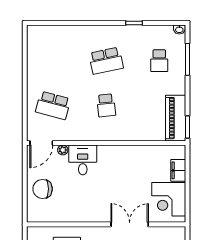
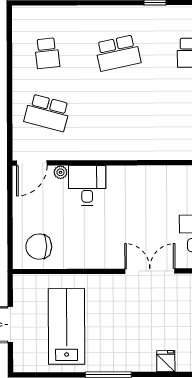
school desk: (106, 105) -> (47, 53), moved
chair: (43, 189) -> (39, 247), moved

